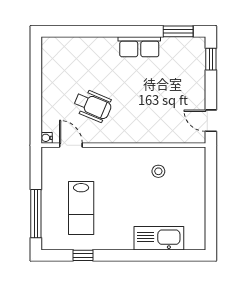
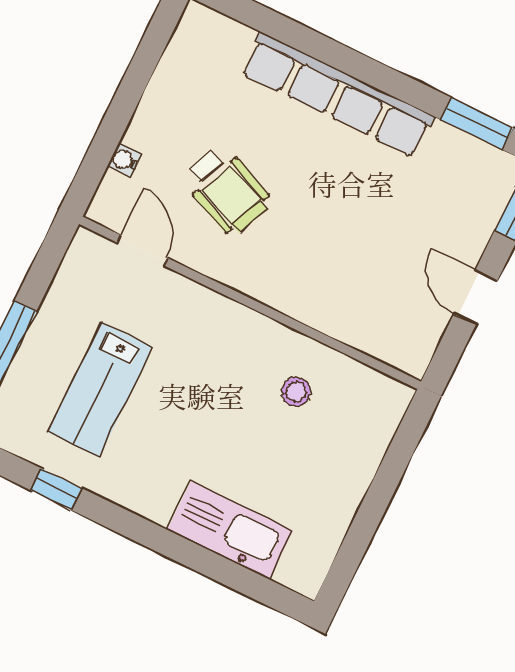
row of seats: (139, 47) -> (338, 95), width x2.02
door: (211, 121) -> (476, 298), moved
water cooler: (47, 138) -> (124, 160), moved

